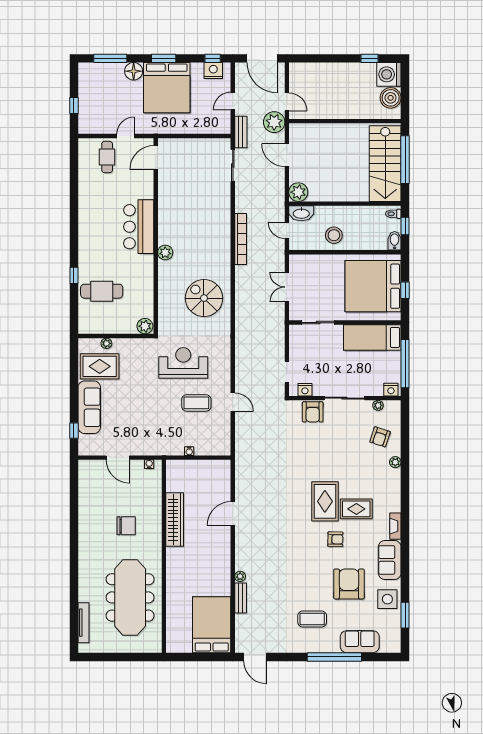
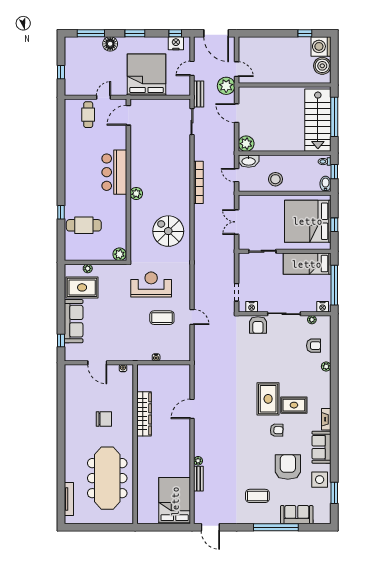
bed: (167, 88) -> (147, 75), moved, turned 180
armchair: (380, 437) -> (314, 346), turned -108

